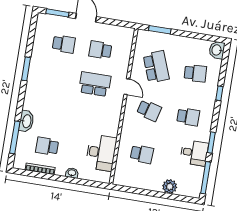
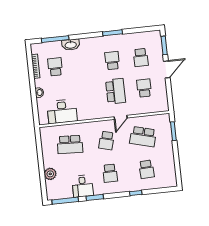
washbasin: (217, 50) -> (170, 181), removed
school desk: (156, 67) -> (143, 137), turned 36
school desk: (58, 78) -> (112, 61), added
school desk: (142, 154) -> (70, 144), width x1.85

